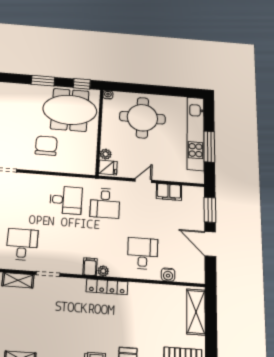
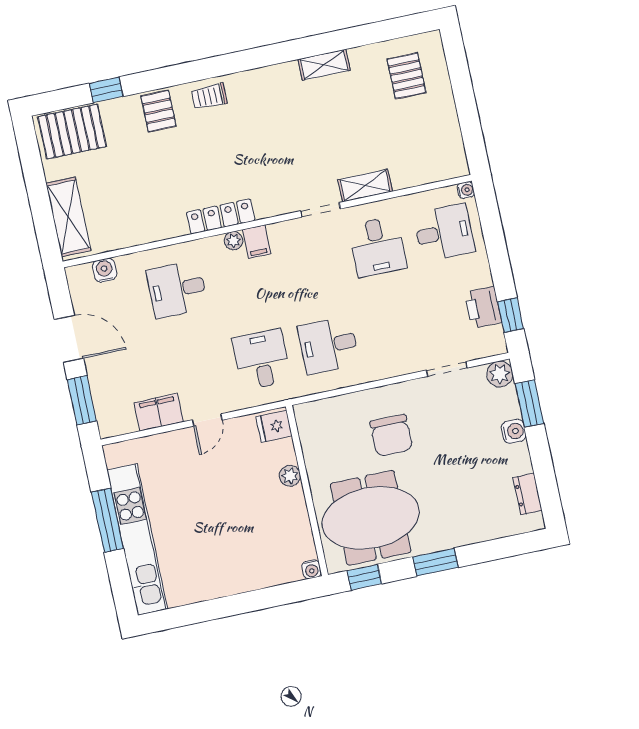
round table: (142, 118) -> (238, 542), removed
plant: (106, 154) -> (290, 476), moved
desk: (143, 253) -> (177, 289), turned 90
water cooler: (168, 275) -> (104, 270), moved

